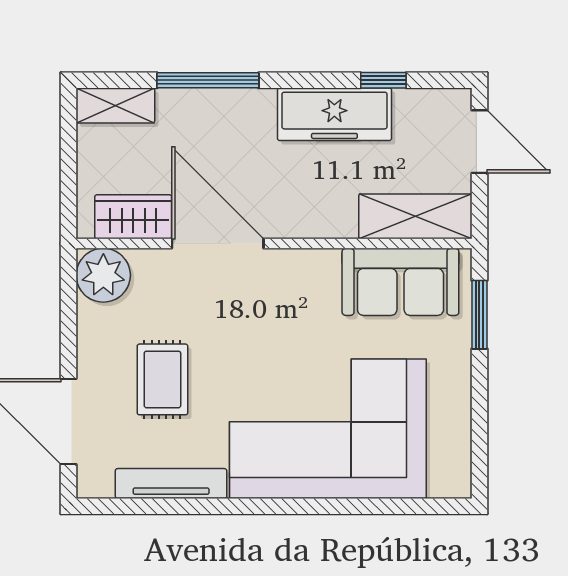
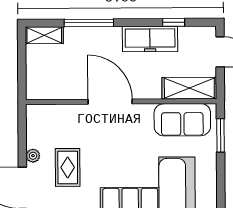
wardrobe: (133, 217) -> (53, 89), removed
door: (218, 244) -> (110, 102), moved
plant: (103, 275) -> (33, 156), moved, width x0.53, depth x0.53

